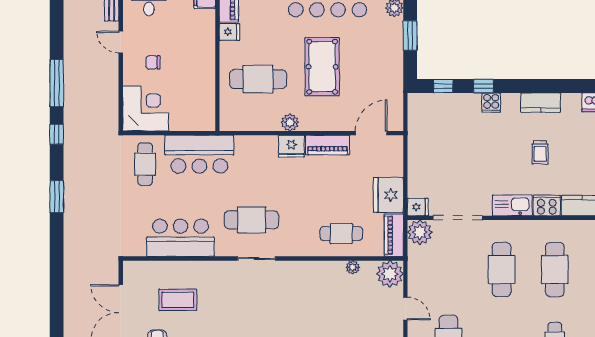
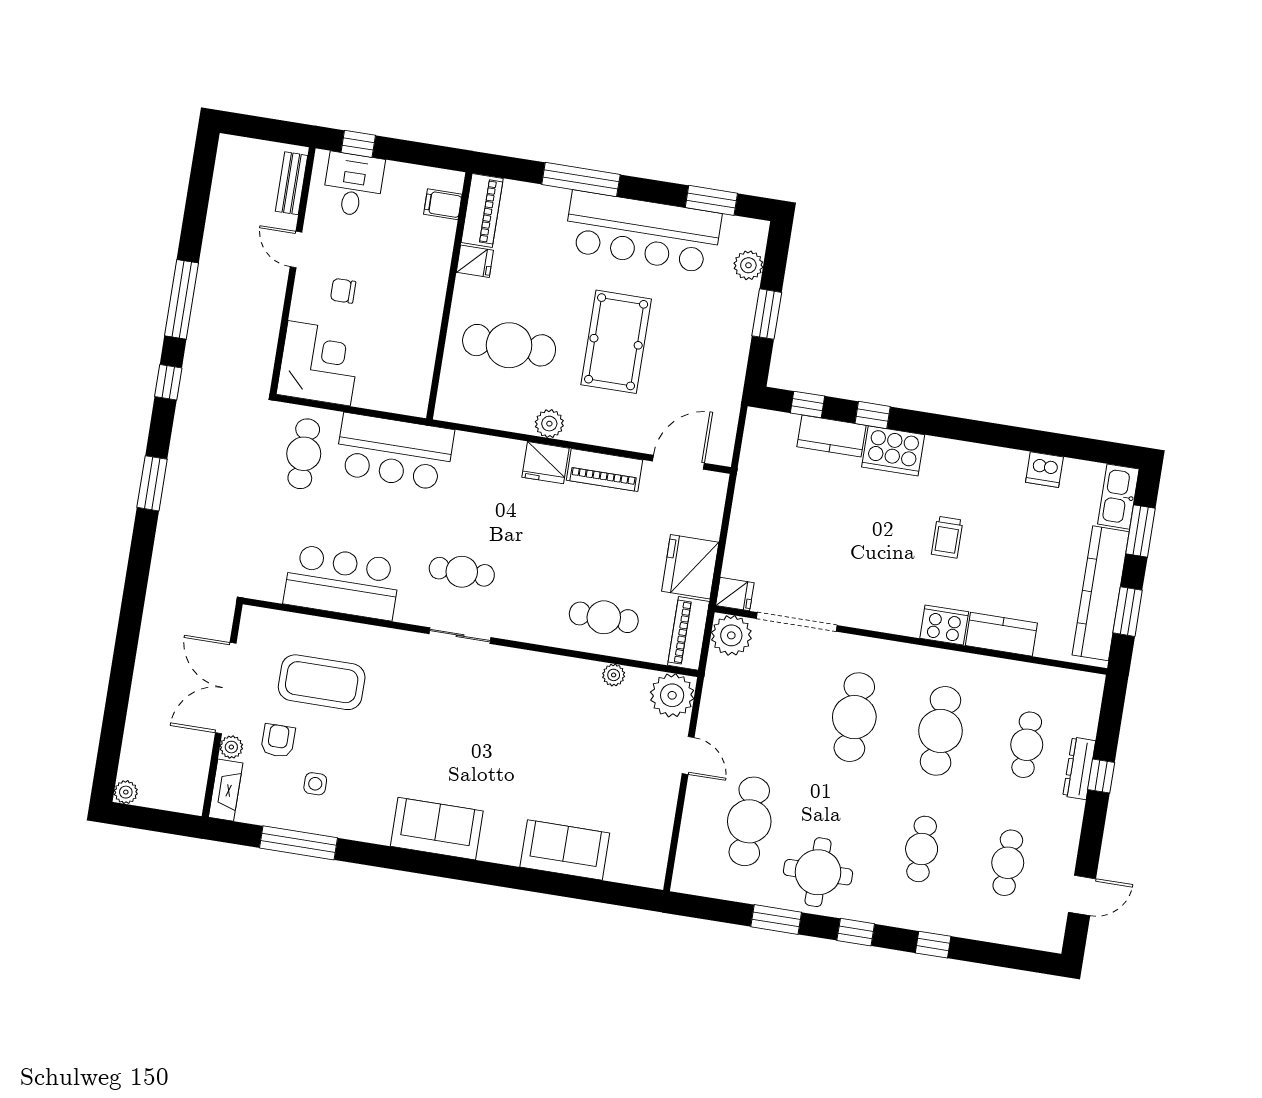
cooker: (491, 103) -> (893, 451), width x1.87, depth x1.31
kitchen counter: (541, 103) -> (832, 436), moved
kitchen sink: (512, 205) -> (888, 616), removed
cafe table: (251, 220) -> (462, 572), width x0.73, depth x0.74
coffee table: (178, 300) -> (322, 682), width x1.36, depth x1.32

